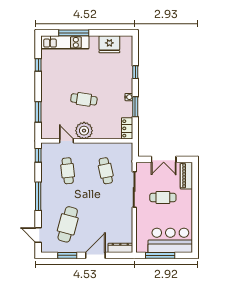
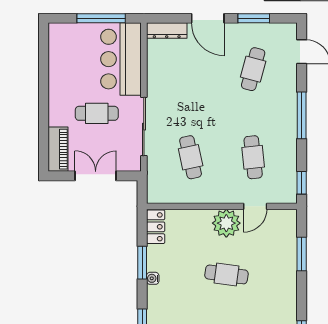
door: (66, 141) -> (255, 206), hinge flipped
cafe table: (68, 224) -> (253, 69), width x0.73, depth x0.74
bar counter: (170, 240) -> (121, 59), moved, turned 90
door: (95, 255) -> (208, 18), hinge flipped

